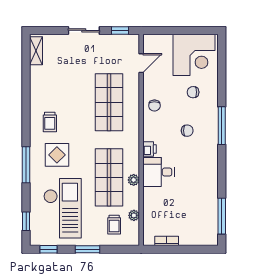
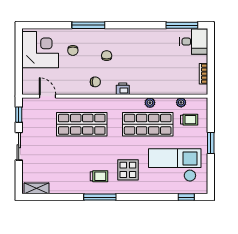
chair: (154, 106) -> (95, 82), moved
window: (222, 126) -> (88, 25), moved
window: (26, 165) -> (100, 197), moved
desk: (159, 172) -> (194, 42), moved, turned -90
window: (49, 249) -> (211, 177), removed

